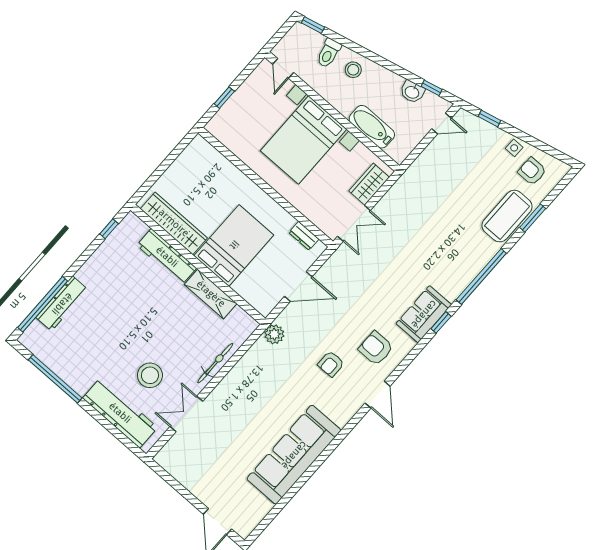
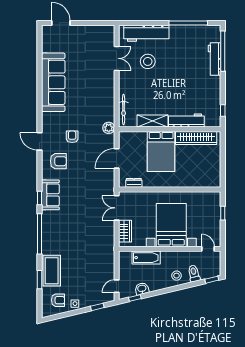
bicycle: (215, 363) -> (124, 109), moved

